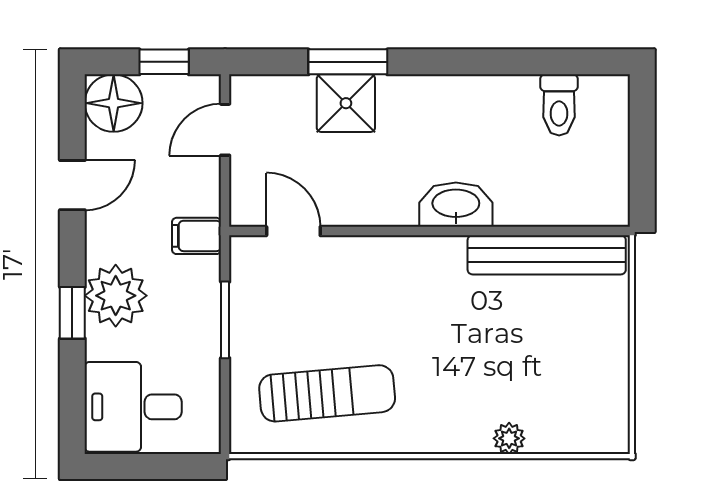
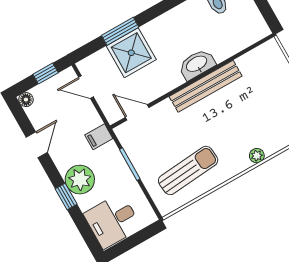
floor lamp: (114, 103) -> (26, 100), width x0.53, depth x0.53
shower: (346, 103) -> (131, 53), width x1.36, depth x1.36
door: (225, 130) -> (86, 87), hinge flipped
bench: (547, 255) -> (206, 86), moved
plant: (509, 438) -> (257, 156), moved

